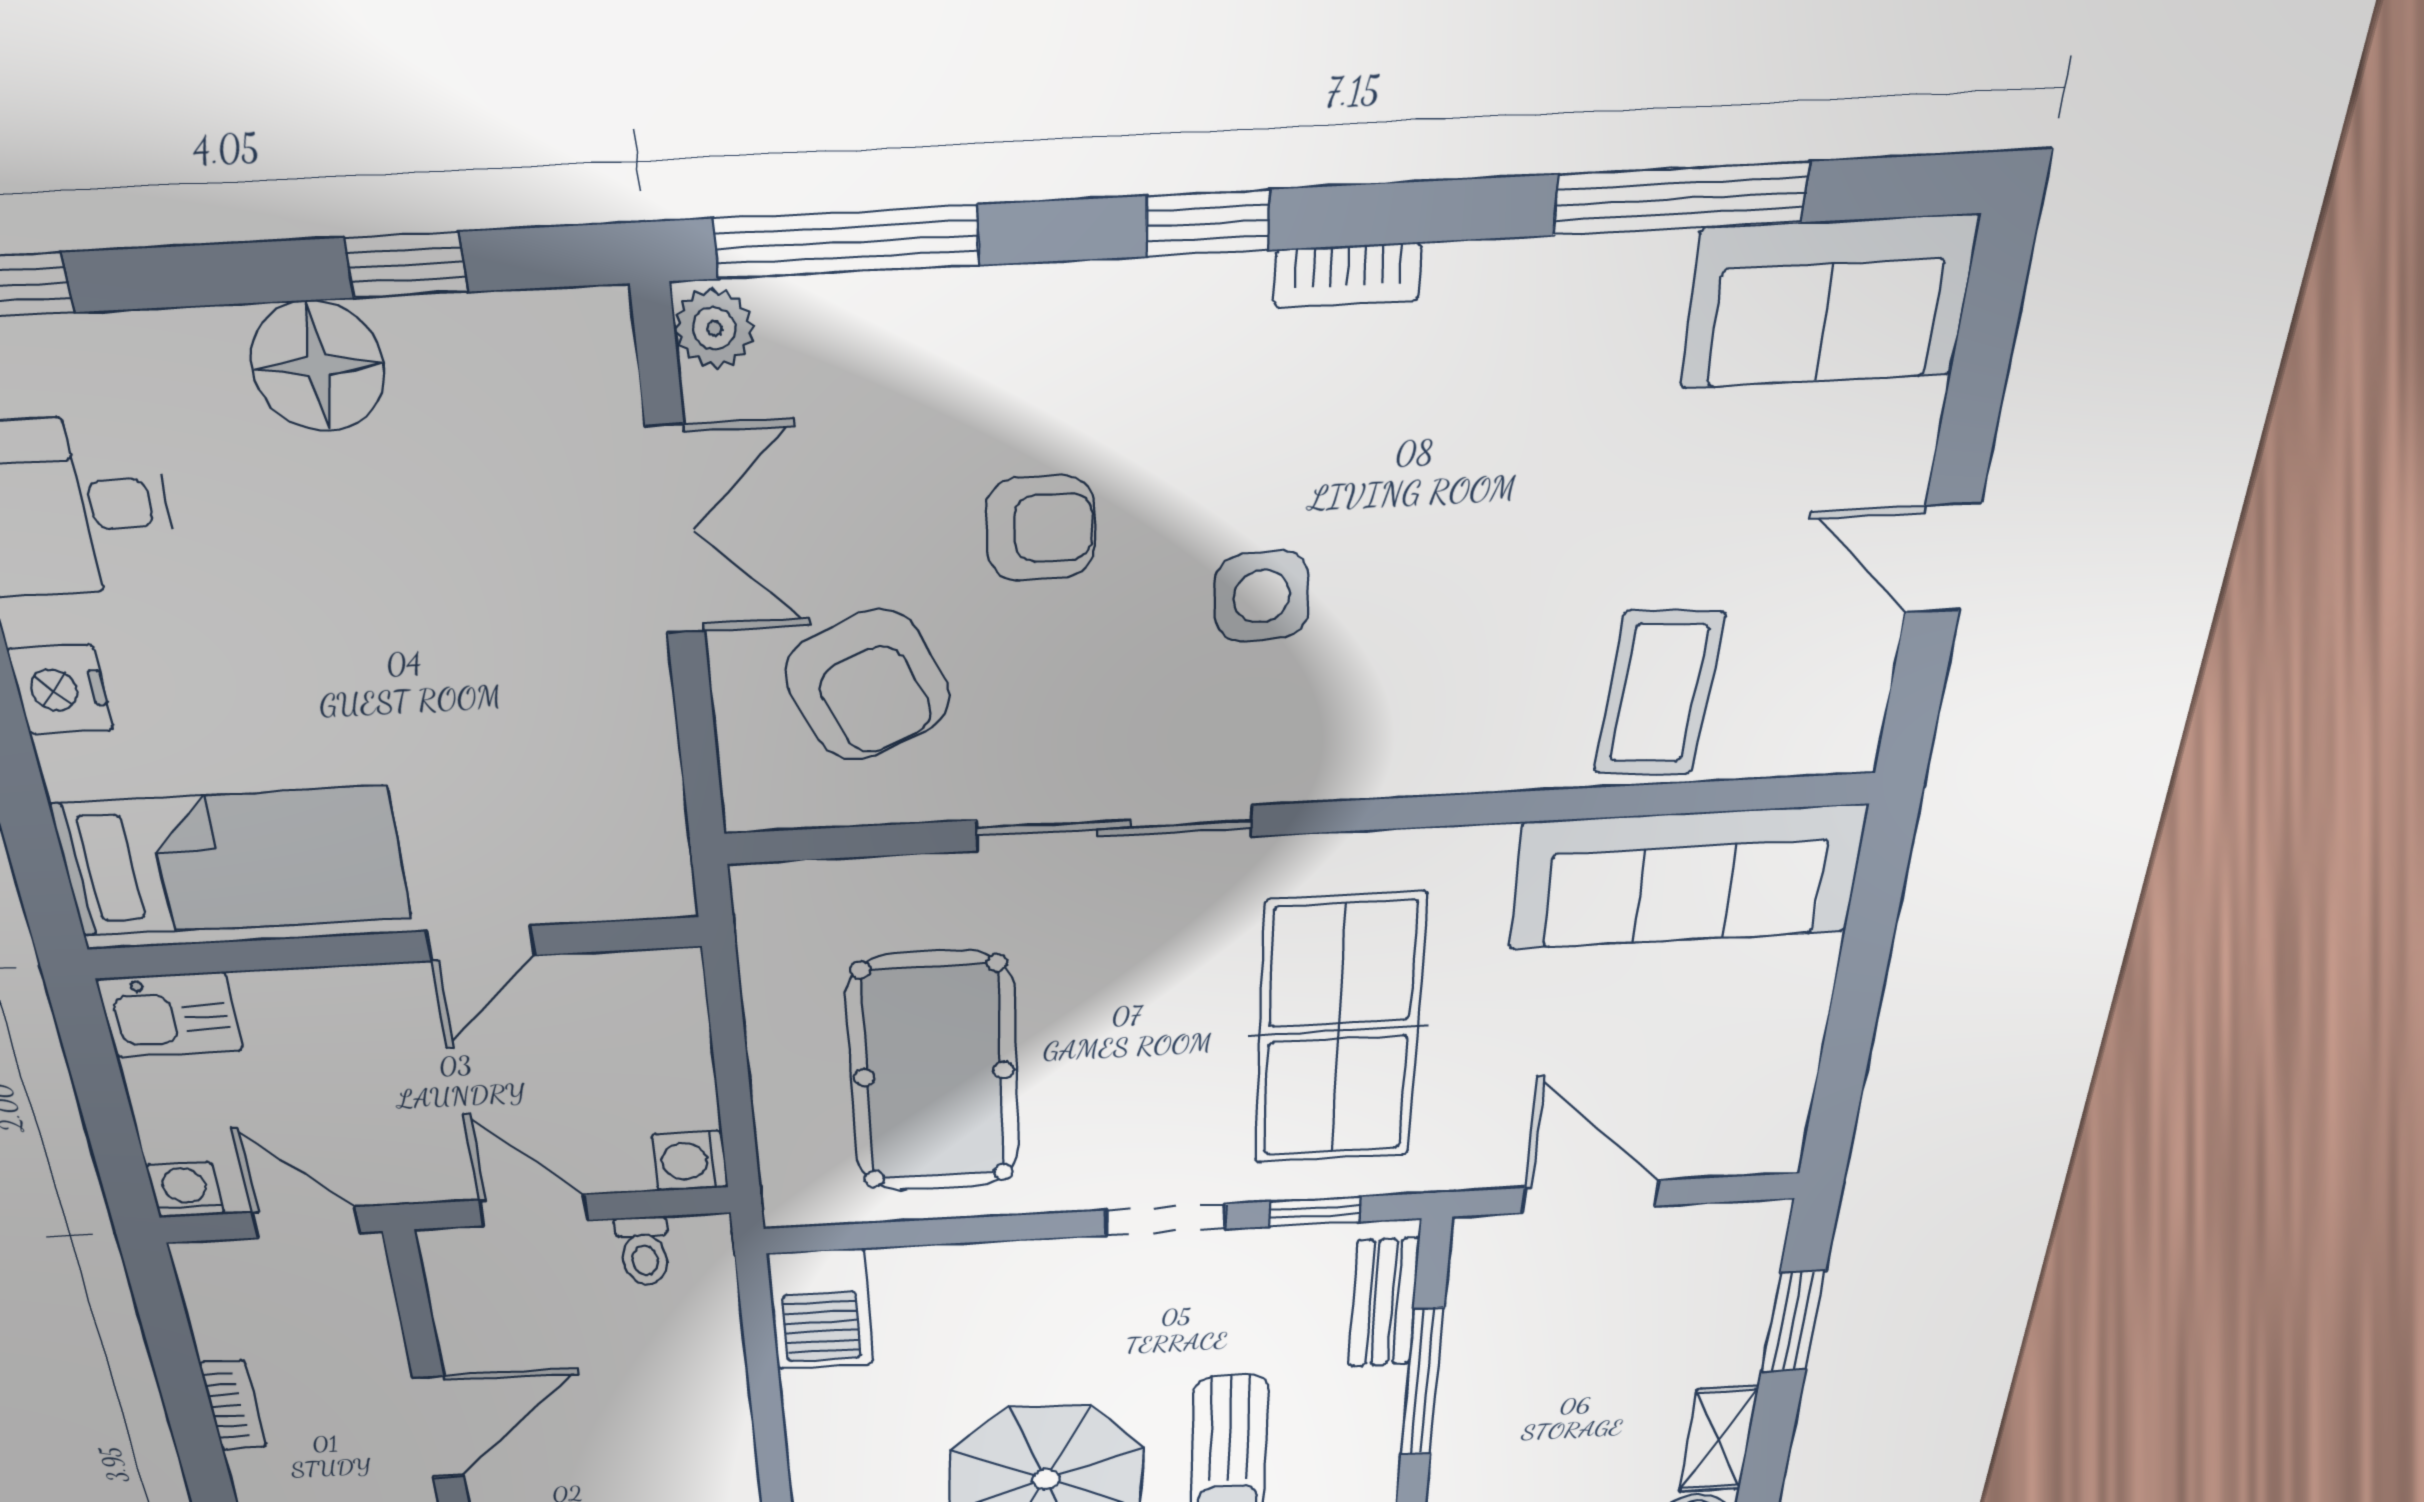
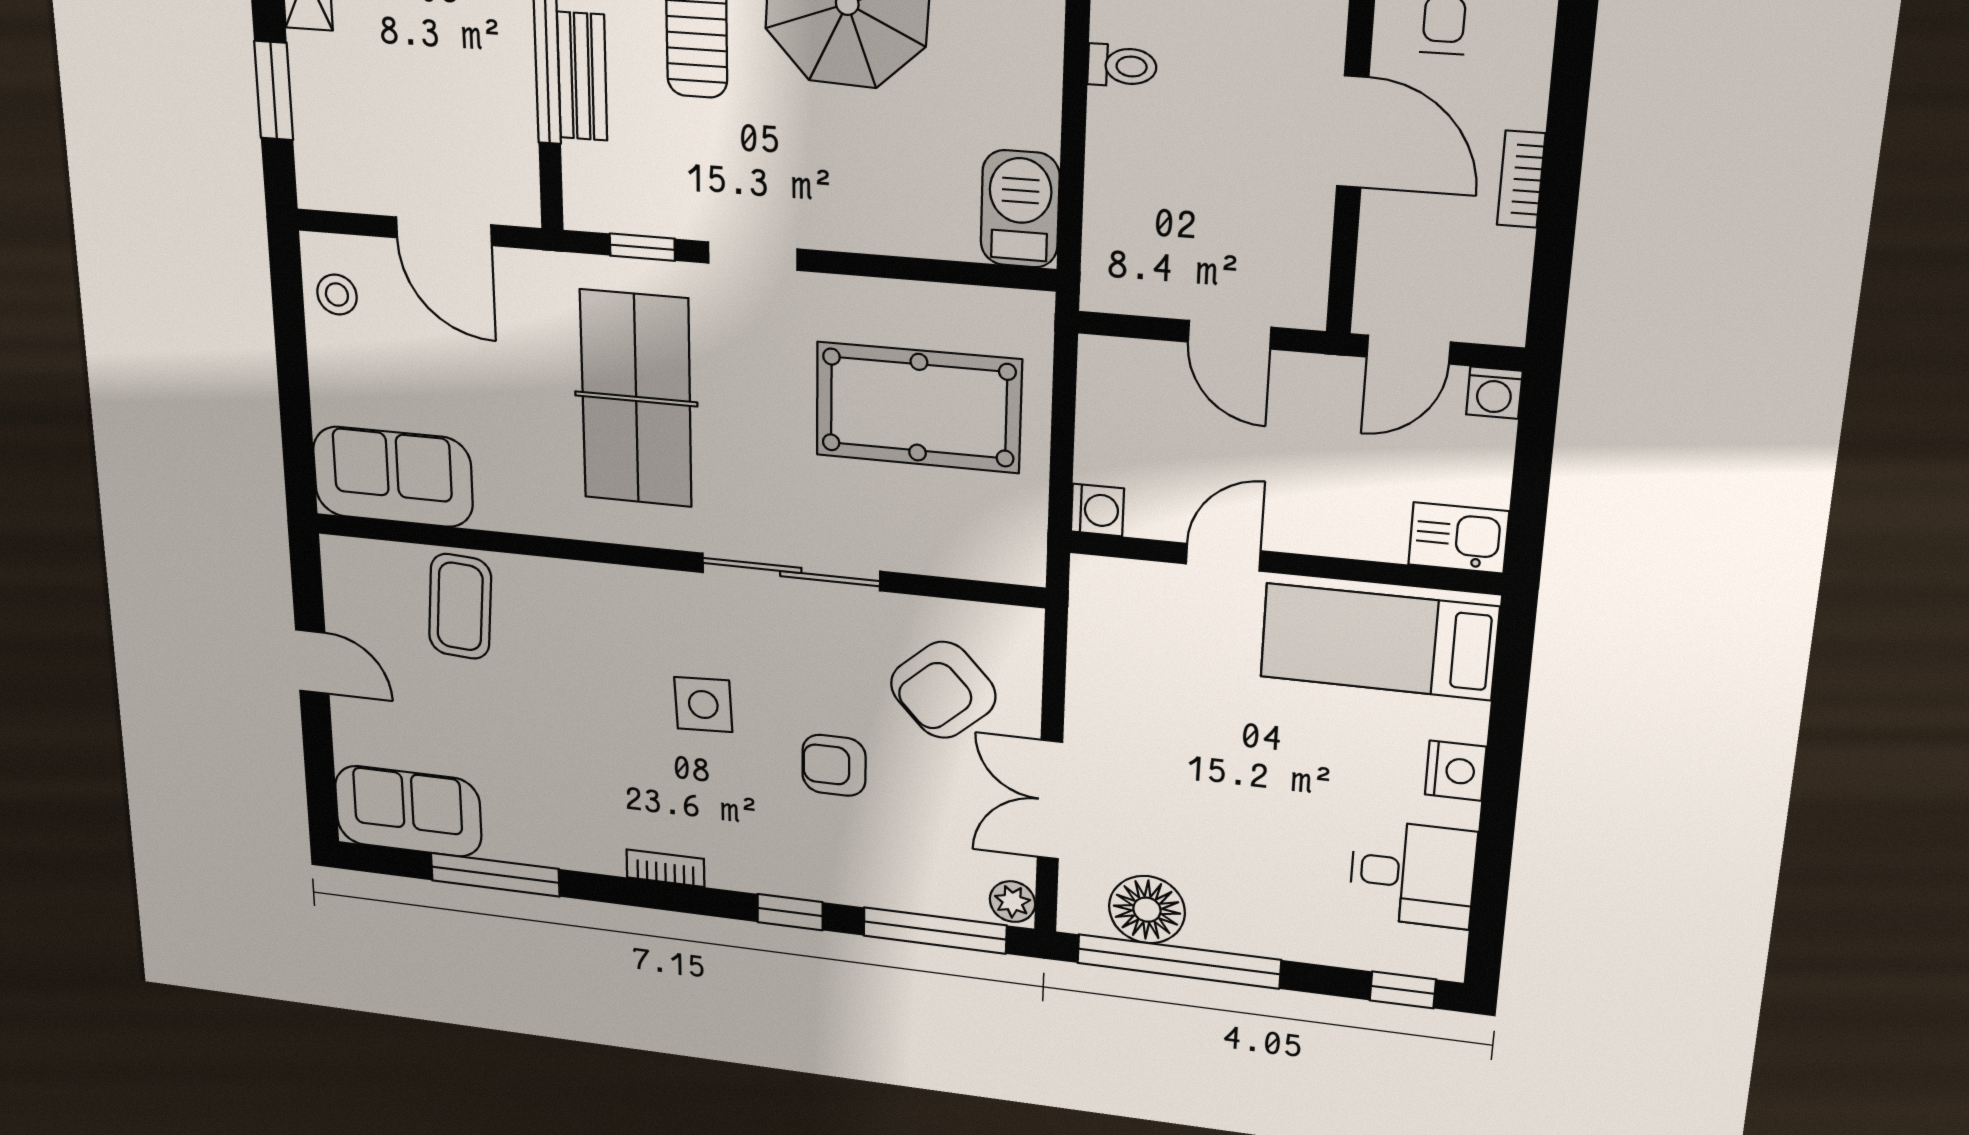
window: (1208, 223) -> (790, 912), moved
window: (406, 265) -> (1179, 961), width x3.17
floor lamp: (318, 366) -> (1147, 910), moved
armchair: (867, 685) -> (943, 690), turned -107
sofa: (1686, 877) -> (393, 477), width x0.73
pool table: (934, 1074) -> (918, 407), turned 90
stool: (1763, 1104) -> (337, 295), added
washing machine: (690, 1161) -> (1097, 510), moved
door: (306, 1222) -> (1409, 350), hinge flipped
toilet: (644, 1251) -> (1122, 66), moved, turned 90
bench: (1384, 1303) -> (582, 76), moved
door: (438, 1427) -> (1353, 132), swing flipped

